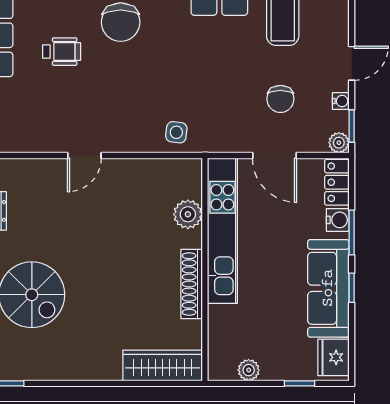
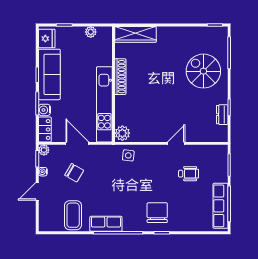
wheelchair: (62, 52) -> (189, 174), moved, turned 180
chair: (280, 99) -> (74, 173), turned 120
plant: (188, 214) -> (122, 133), moved

